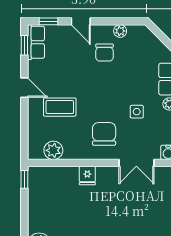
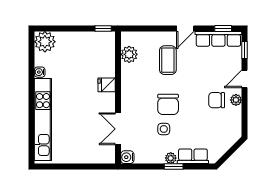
plant: (120, 31) -> (236, 100), moved
row of seats: (36, 42) -> (218, 39), width x1.48
chair: (104, 134) -> (168, 104), moved, turned 90

